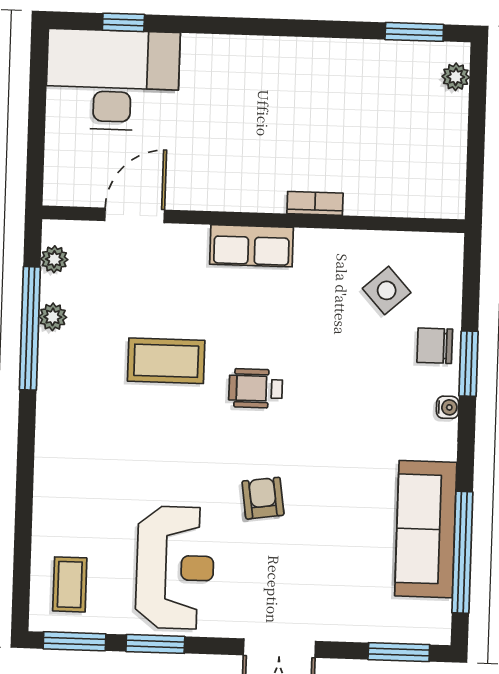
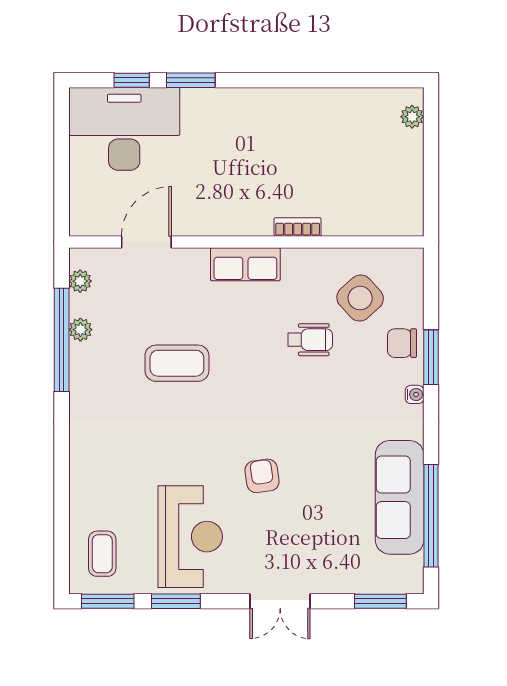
window: (414, 32) -> (191, 80), moved
side table: (387, 290) -> (360, 298), width x1.37, depth x1.37
wheelchair: (256, 388) -> (310, 340), moved, turned 180

